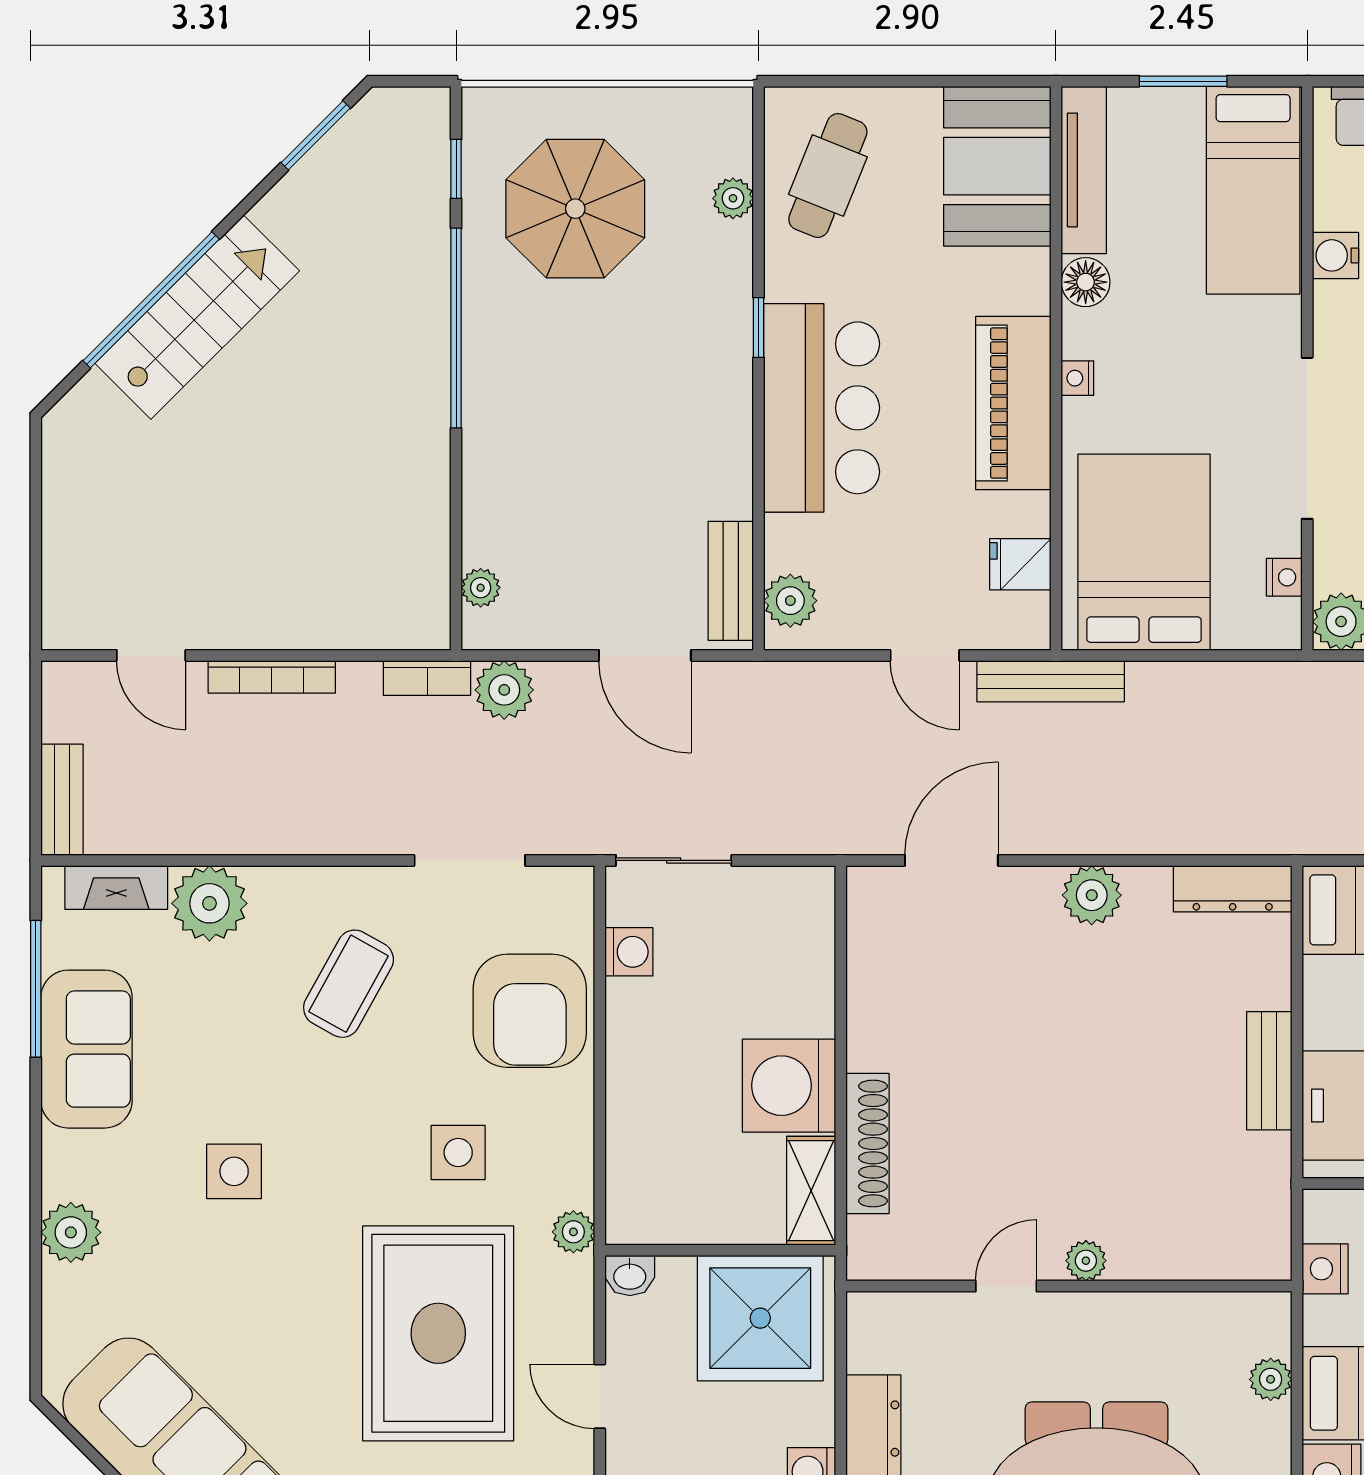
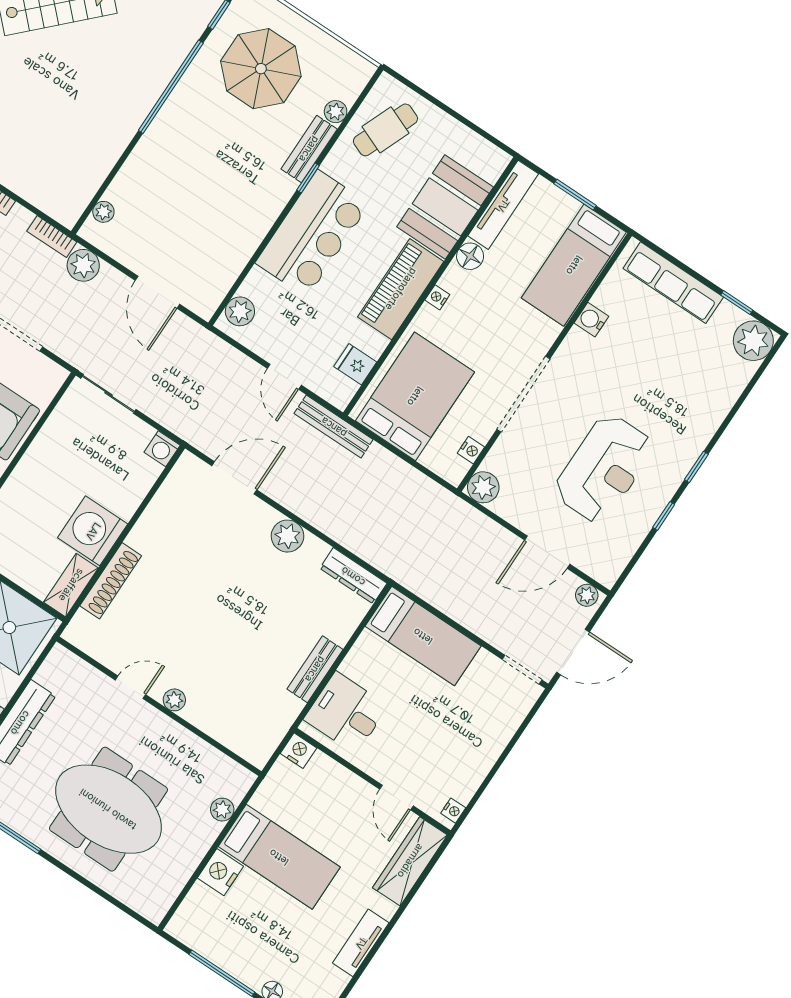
booth: (997, 166) -> (445, 207), moved
bench: (731, 581) -> (309, 149), moved
washing machine: (629, 952) -> (162, 449), moved, turned 90
nightstand: (1325, 1269) -> (299, 751), moved, turned 90

